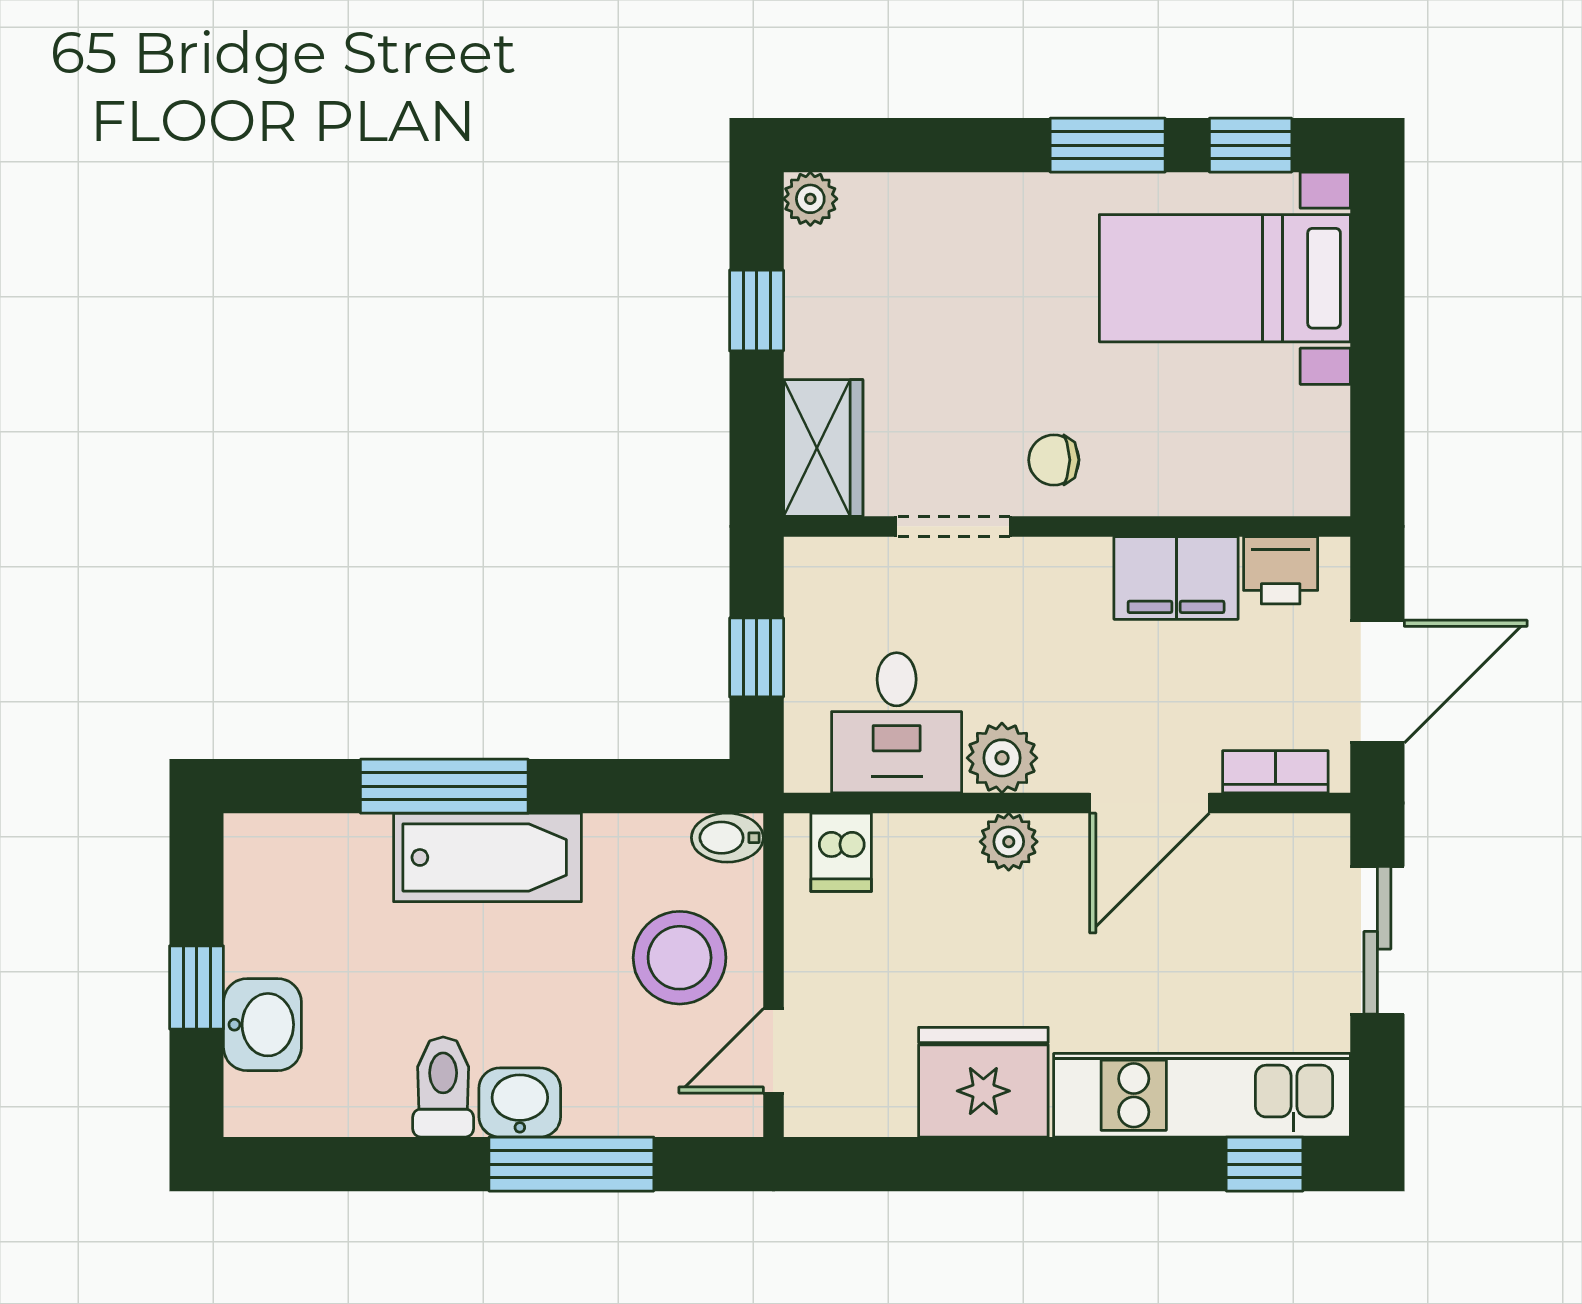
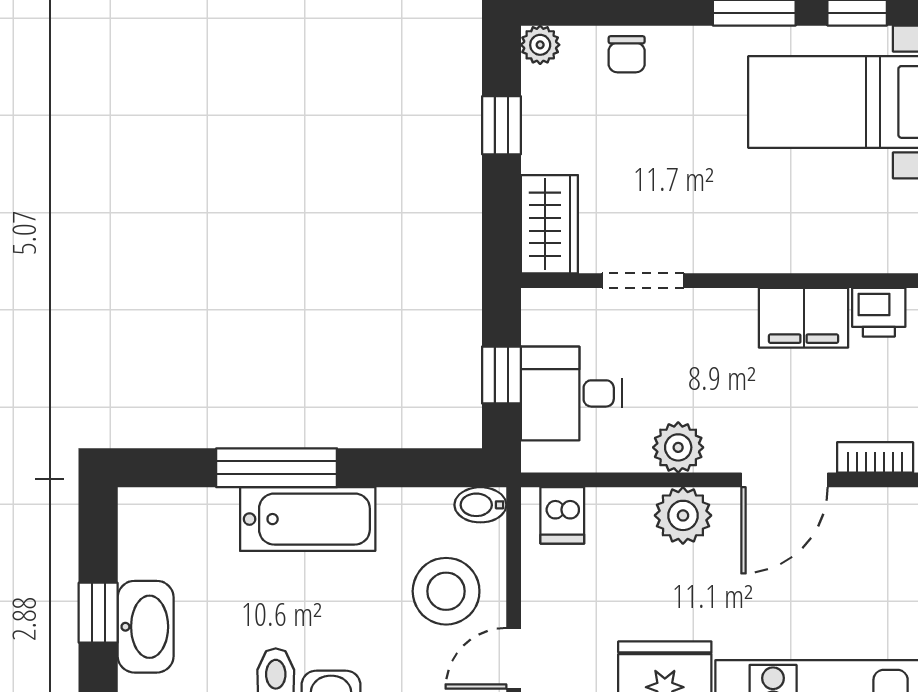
chair: (1054, 460) -> (627, 54), moved, turned -90
desk: (897, 723) -> (571, 393), moved, turned 90
plant: (1009, 842) -> (683, 515), width x1.38, depth x1.38
washbasin: (262, 1025) -> (146, 627), width x1.38

